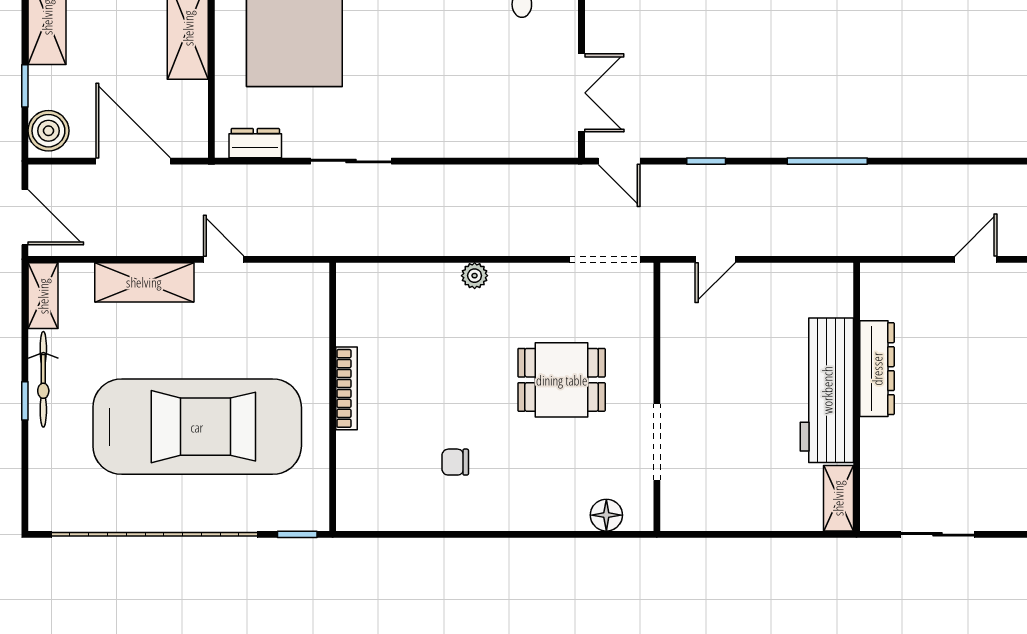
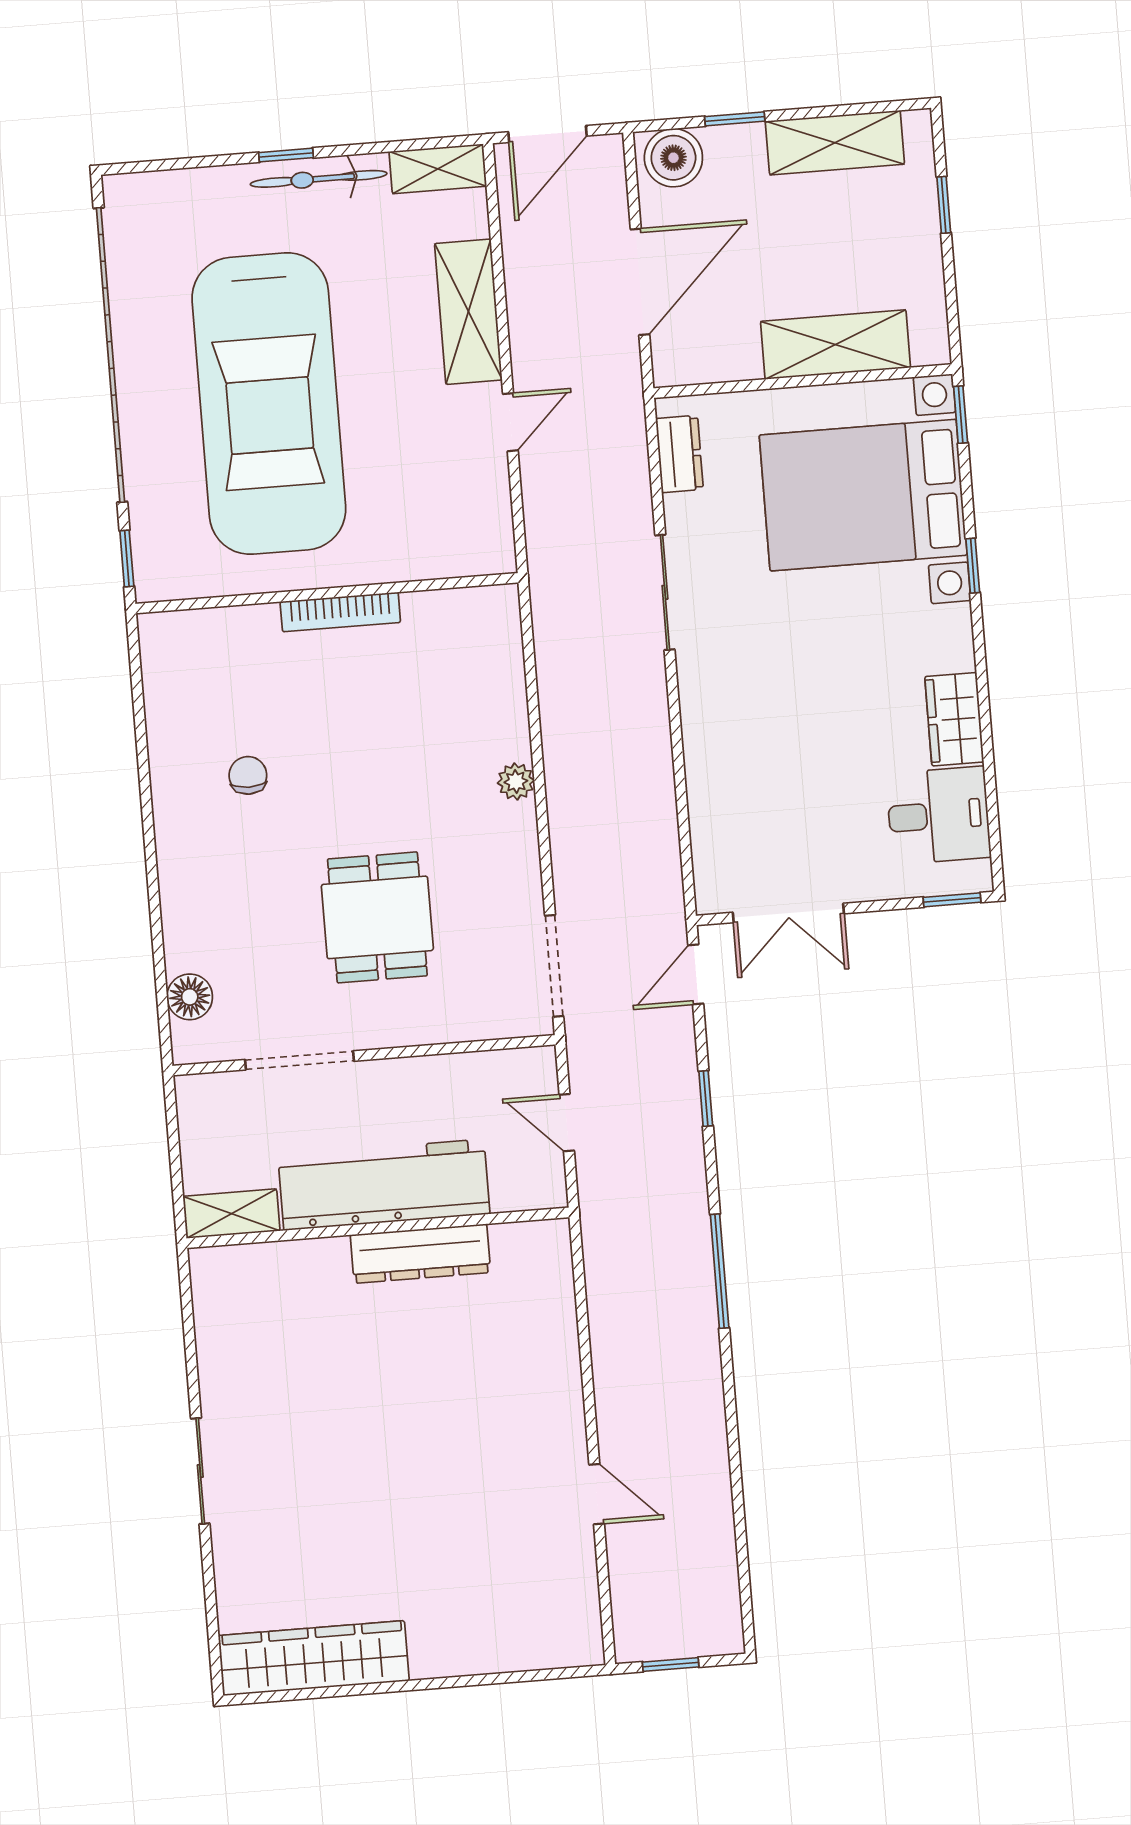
dresser: (877, 369) -> (420, 1254), moved
workbench: (827, 390) -> (384, 1185), moved
wall: (857, 397) -> (378, 1228), moved
shelving: (838, 498) -> (231, 1214), moved

